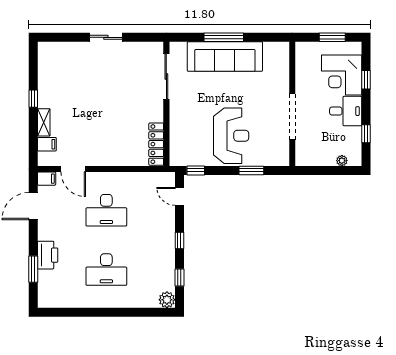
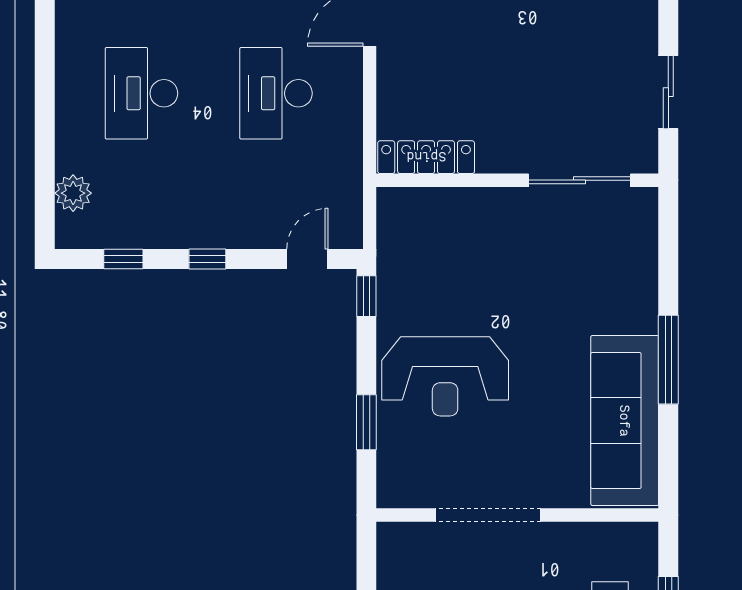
sofa: (225, 57) -> (625, 421), moved
sliding door: (166, 76) -> (579, 180), moved
wall: (166, 104) -> (517, 180), moved
locker: (156, 144) -> (426, 157), moved
plant: (167, 300) -> (73, 193), moved

